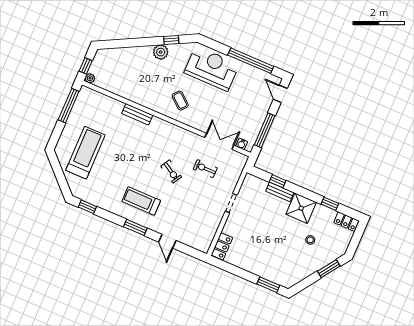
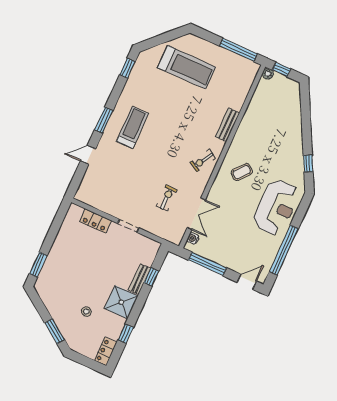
plant: (161, 52) -> (295, 152), removed
exercise bike: (171, 172) -> (203, 160), moved
locker: (222, 246) -> (95, 221), moved

